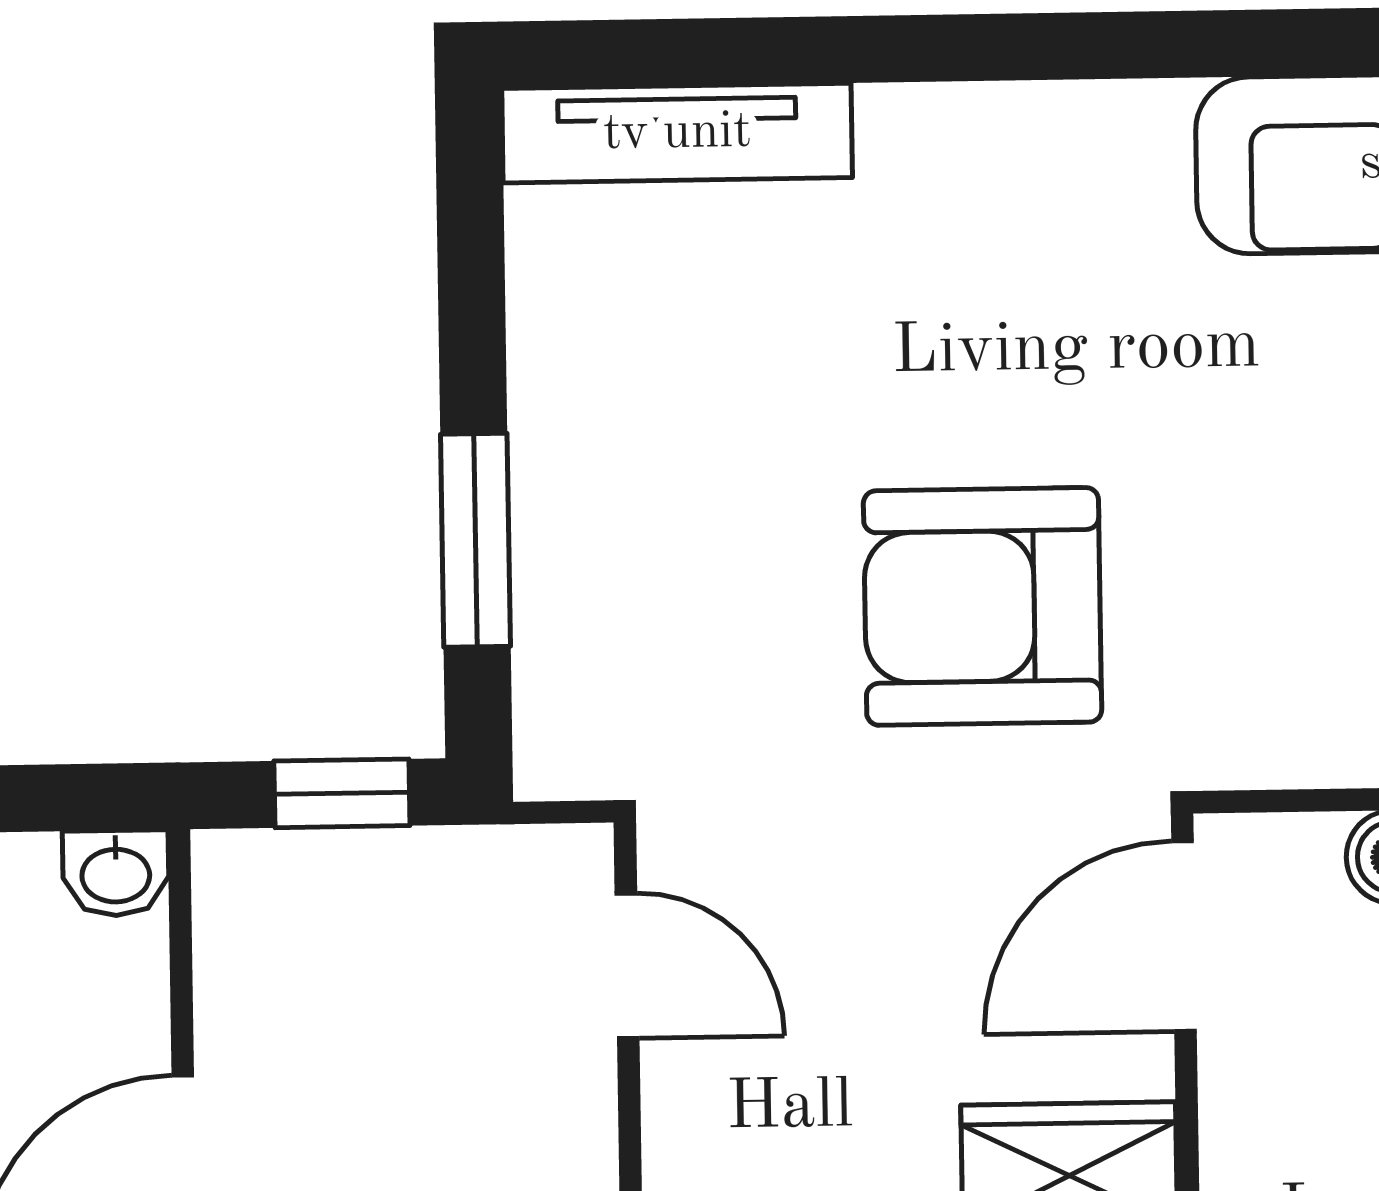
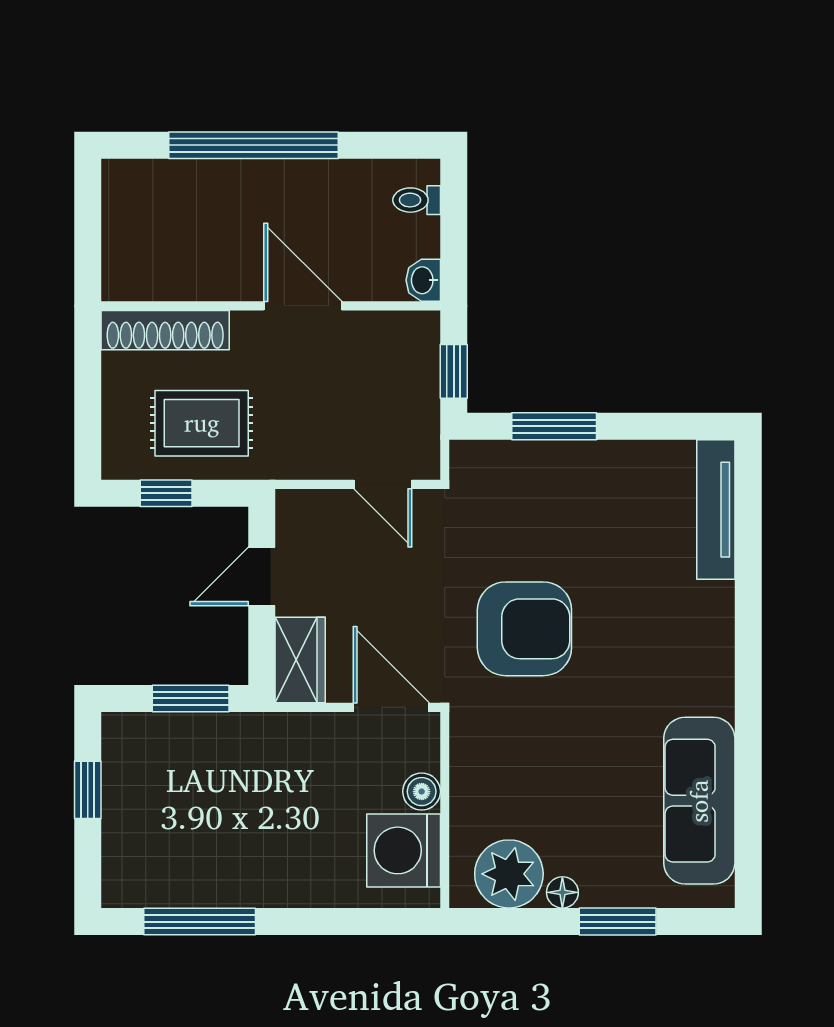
armchair: (983, 606) -> (524, 629), turned 90
door: (627, 966) -> (383, 484), hinge flipped

